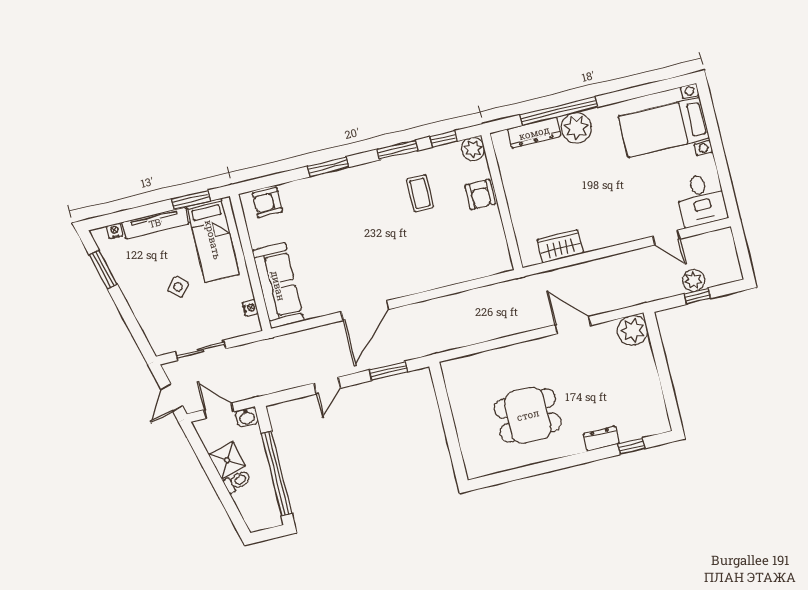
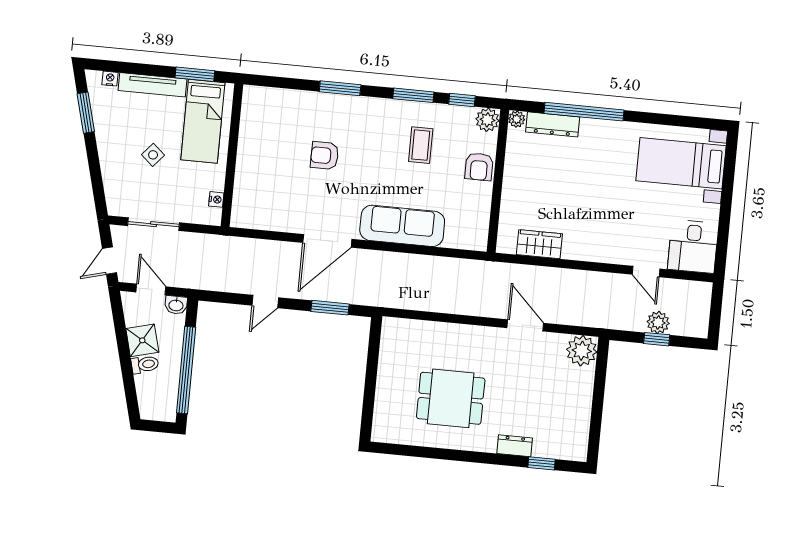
plant: (576, 128) -> (517, 119), moved, width x0.53, depth x0.53
armchair: (267, 202) -> (325, 156), moved
sofa: (278, 286) -> (402, 226), moved, turned -90

